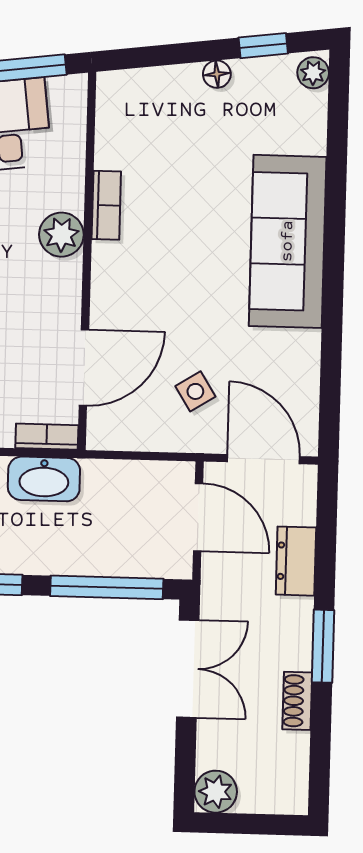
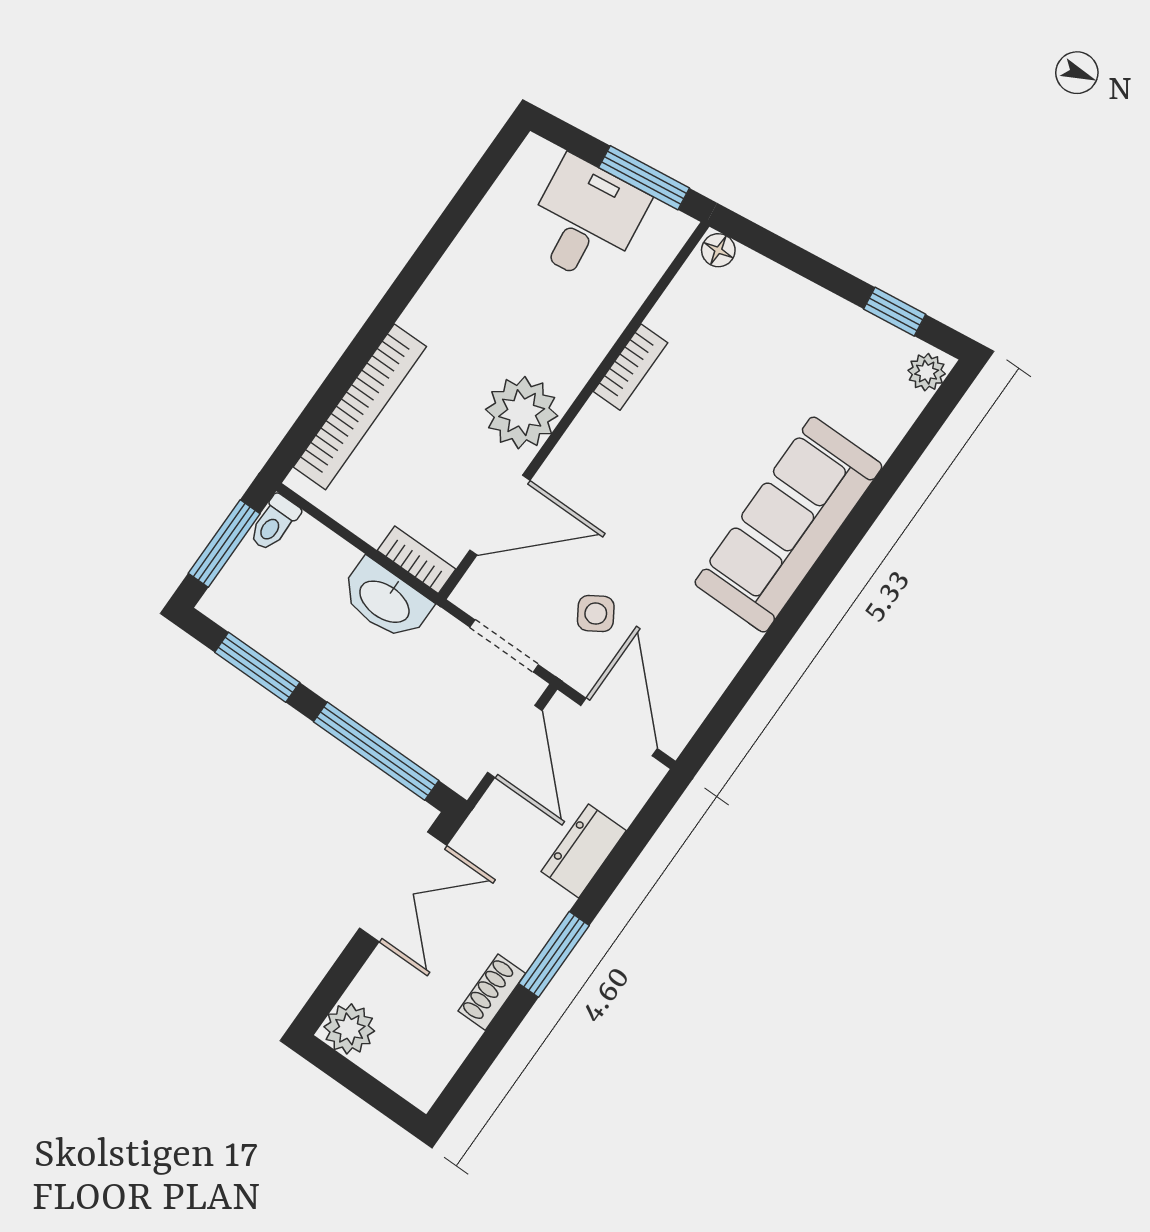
floor lamp: (217, 74) -> (718, 250), moved
plant: (61, 235) -> (522, 413), moved, width x1.36, depth x1.36
doorway: (147, 456) -> (504, 646), added

